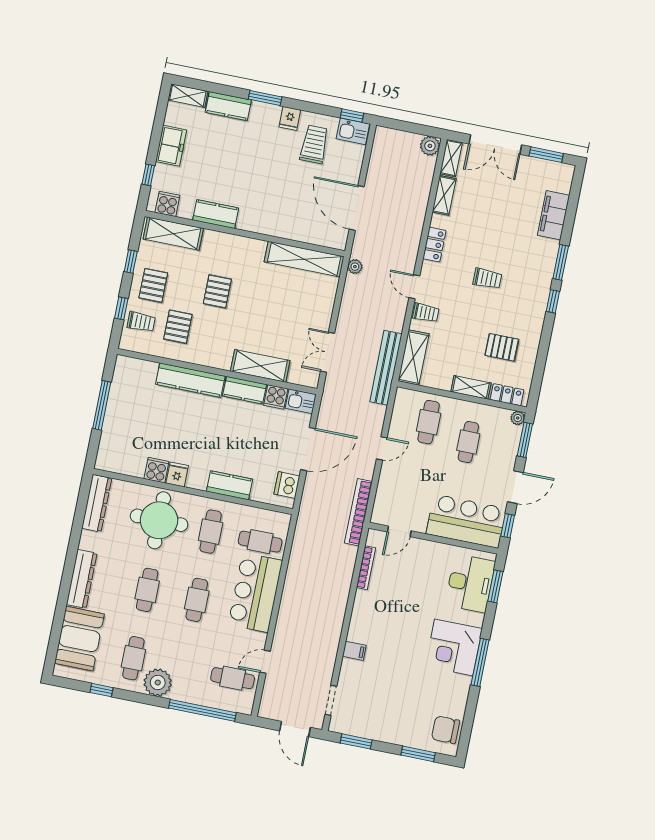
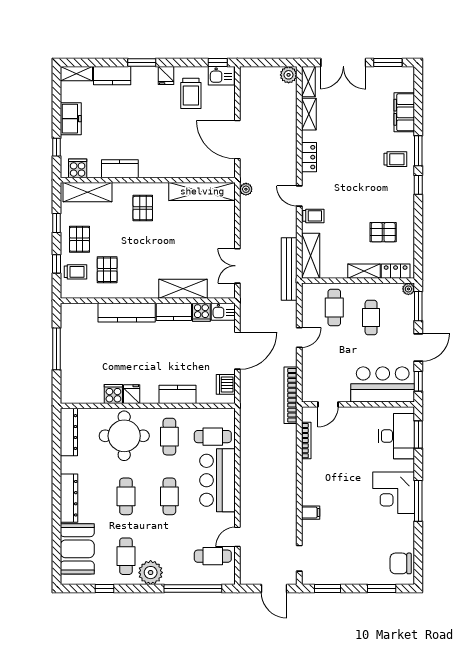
trolley: (314, 144) -> (191, 93), turned 180
trolley: (487, 279) -> (395, 159), moved
pallet: (217, 291) -> (143, 208), moved

